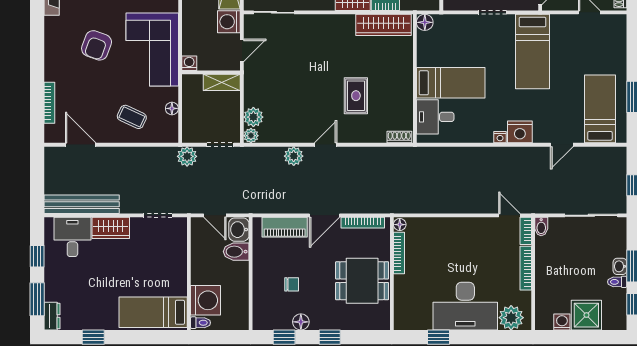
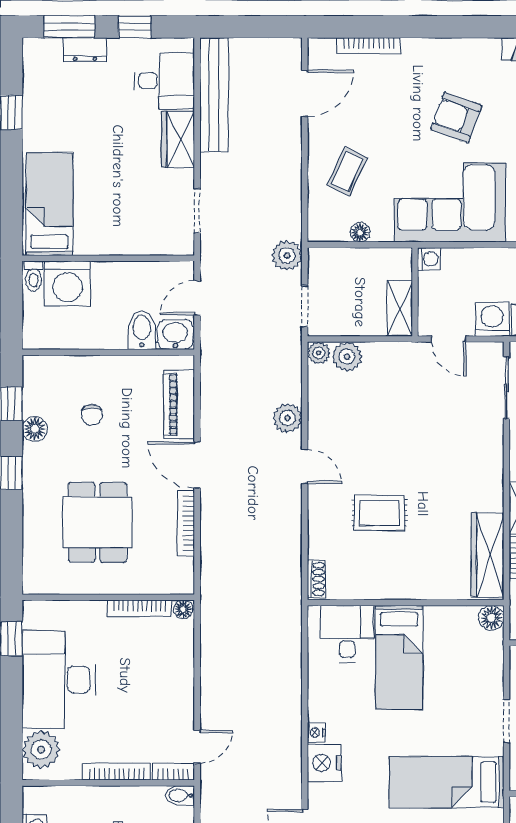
floor lamp: (400, 225) -> (183, 609), moved
bookcase: (399, 253) -> (140, 608), moved
wall: (392, 274) -> (108, 597), moved
dresser: (52, 316) -> (85, 50), moved

